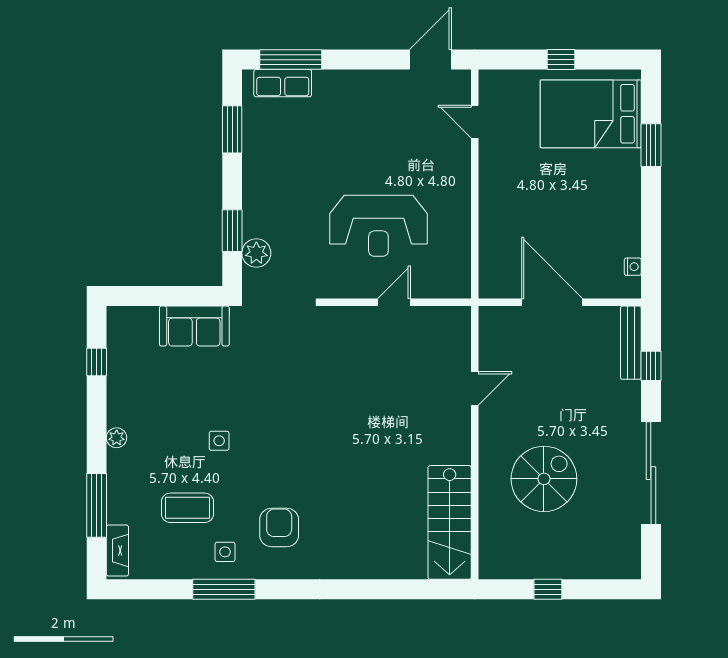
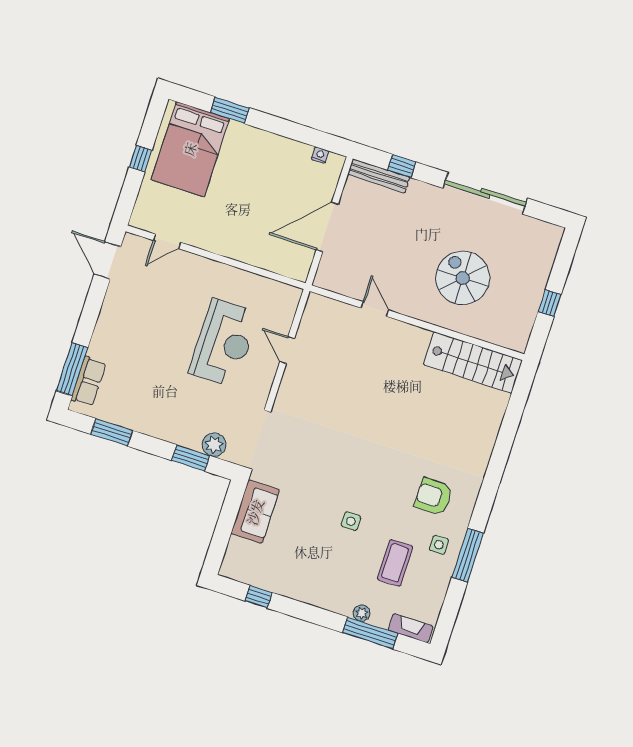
plant: (117, 438) -> (362, 613), moved

